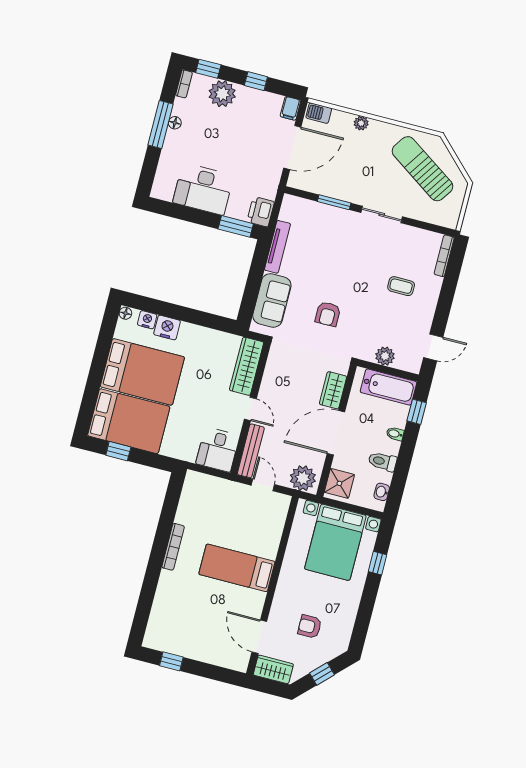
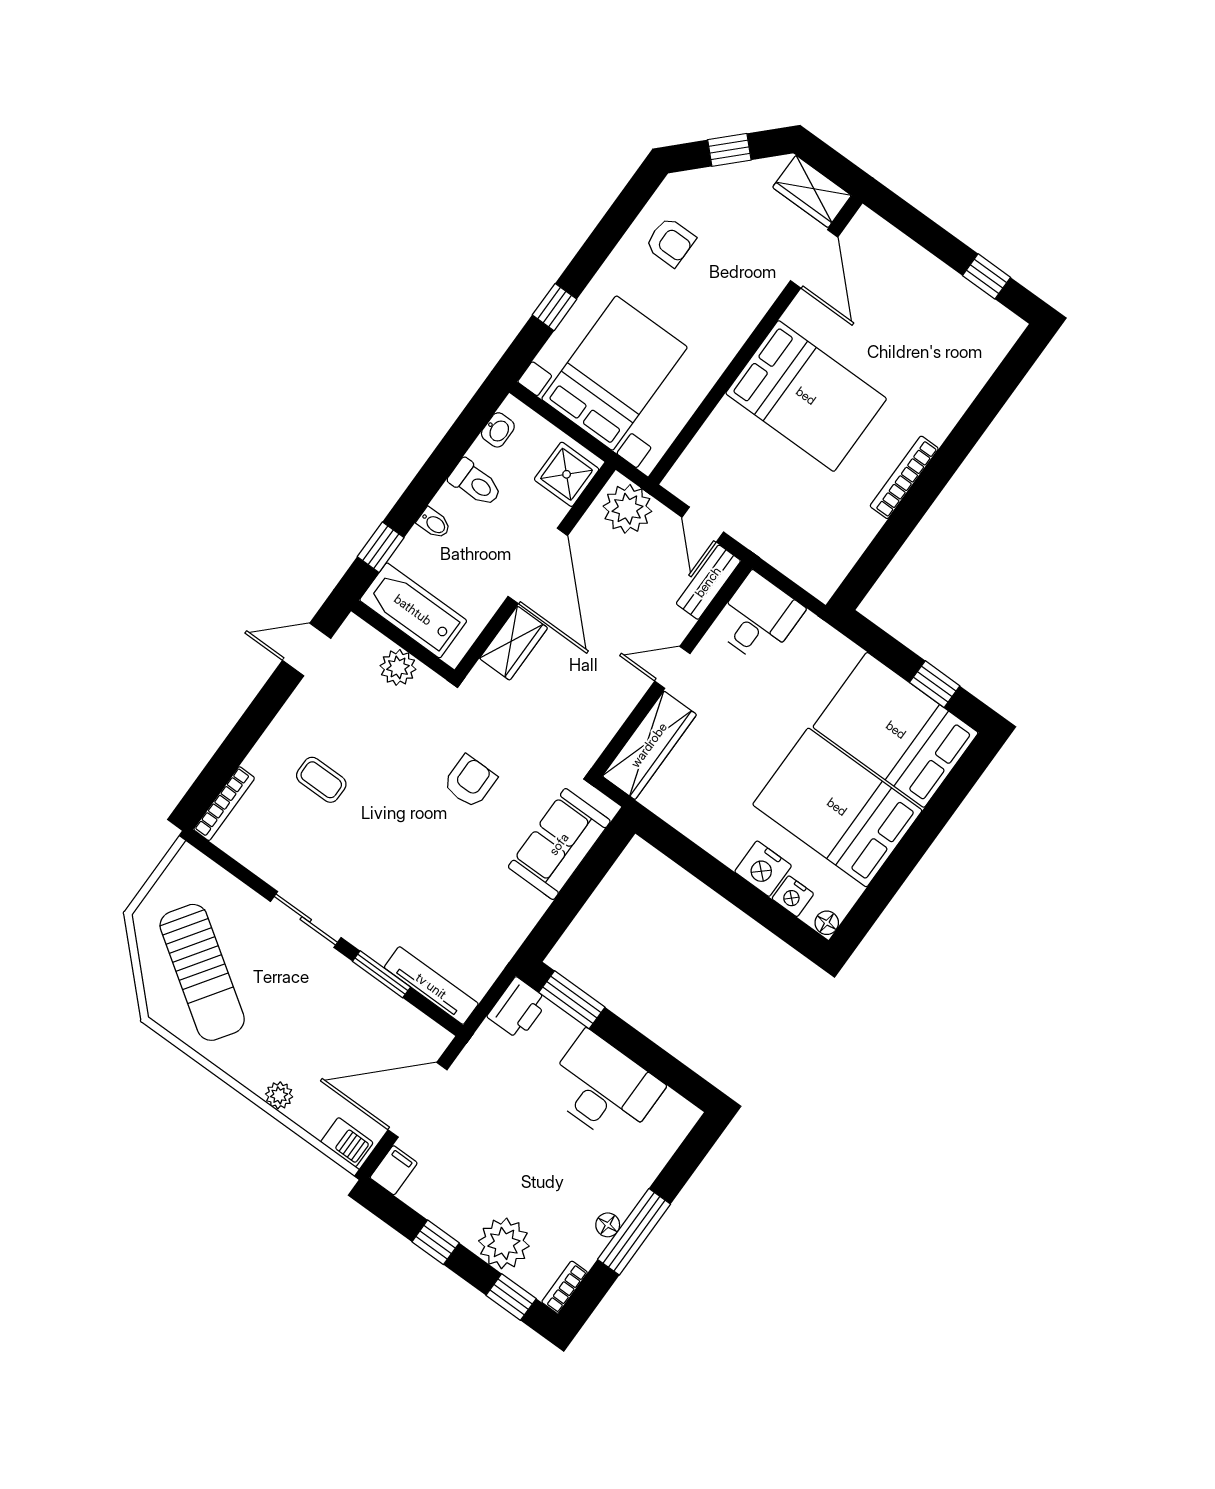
tv unit: (277, 247) -> (431, 986), moved, turned 90
door: (250, 409) -> (672, 667), hinge flipped
door: (336, 433) -> (538, 566), hinge flipped
bench: (251, 451) -> (708, 582), width x0.73
bed: (237, 568) -> (806, 396), width x1.50
armchair: (310, 627) -> (670, 242), moved

